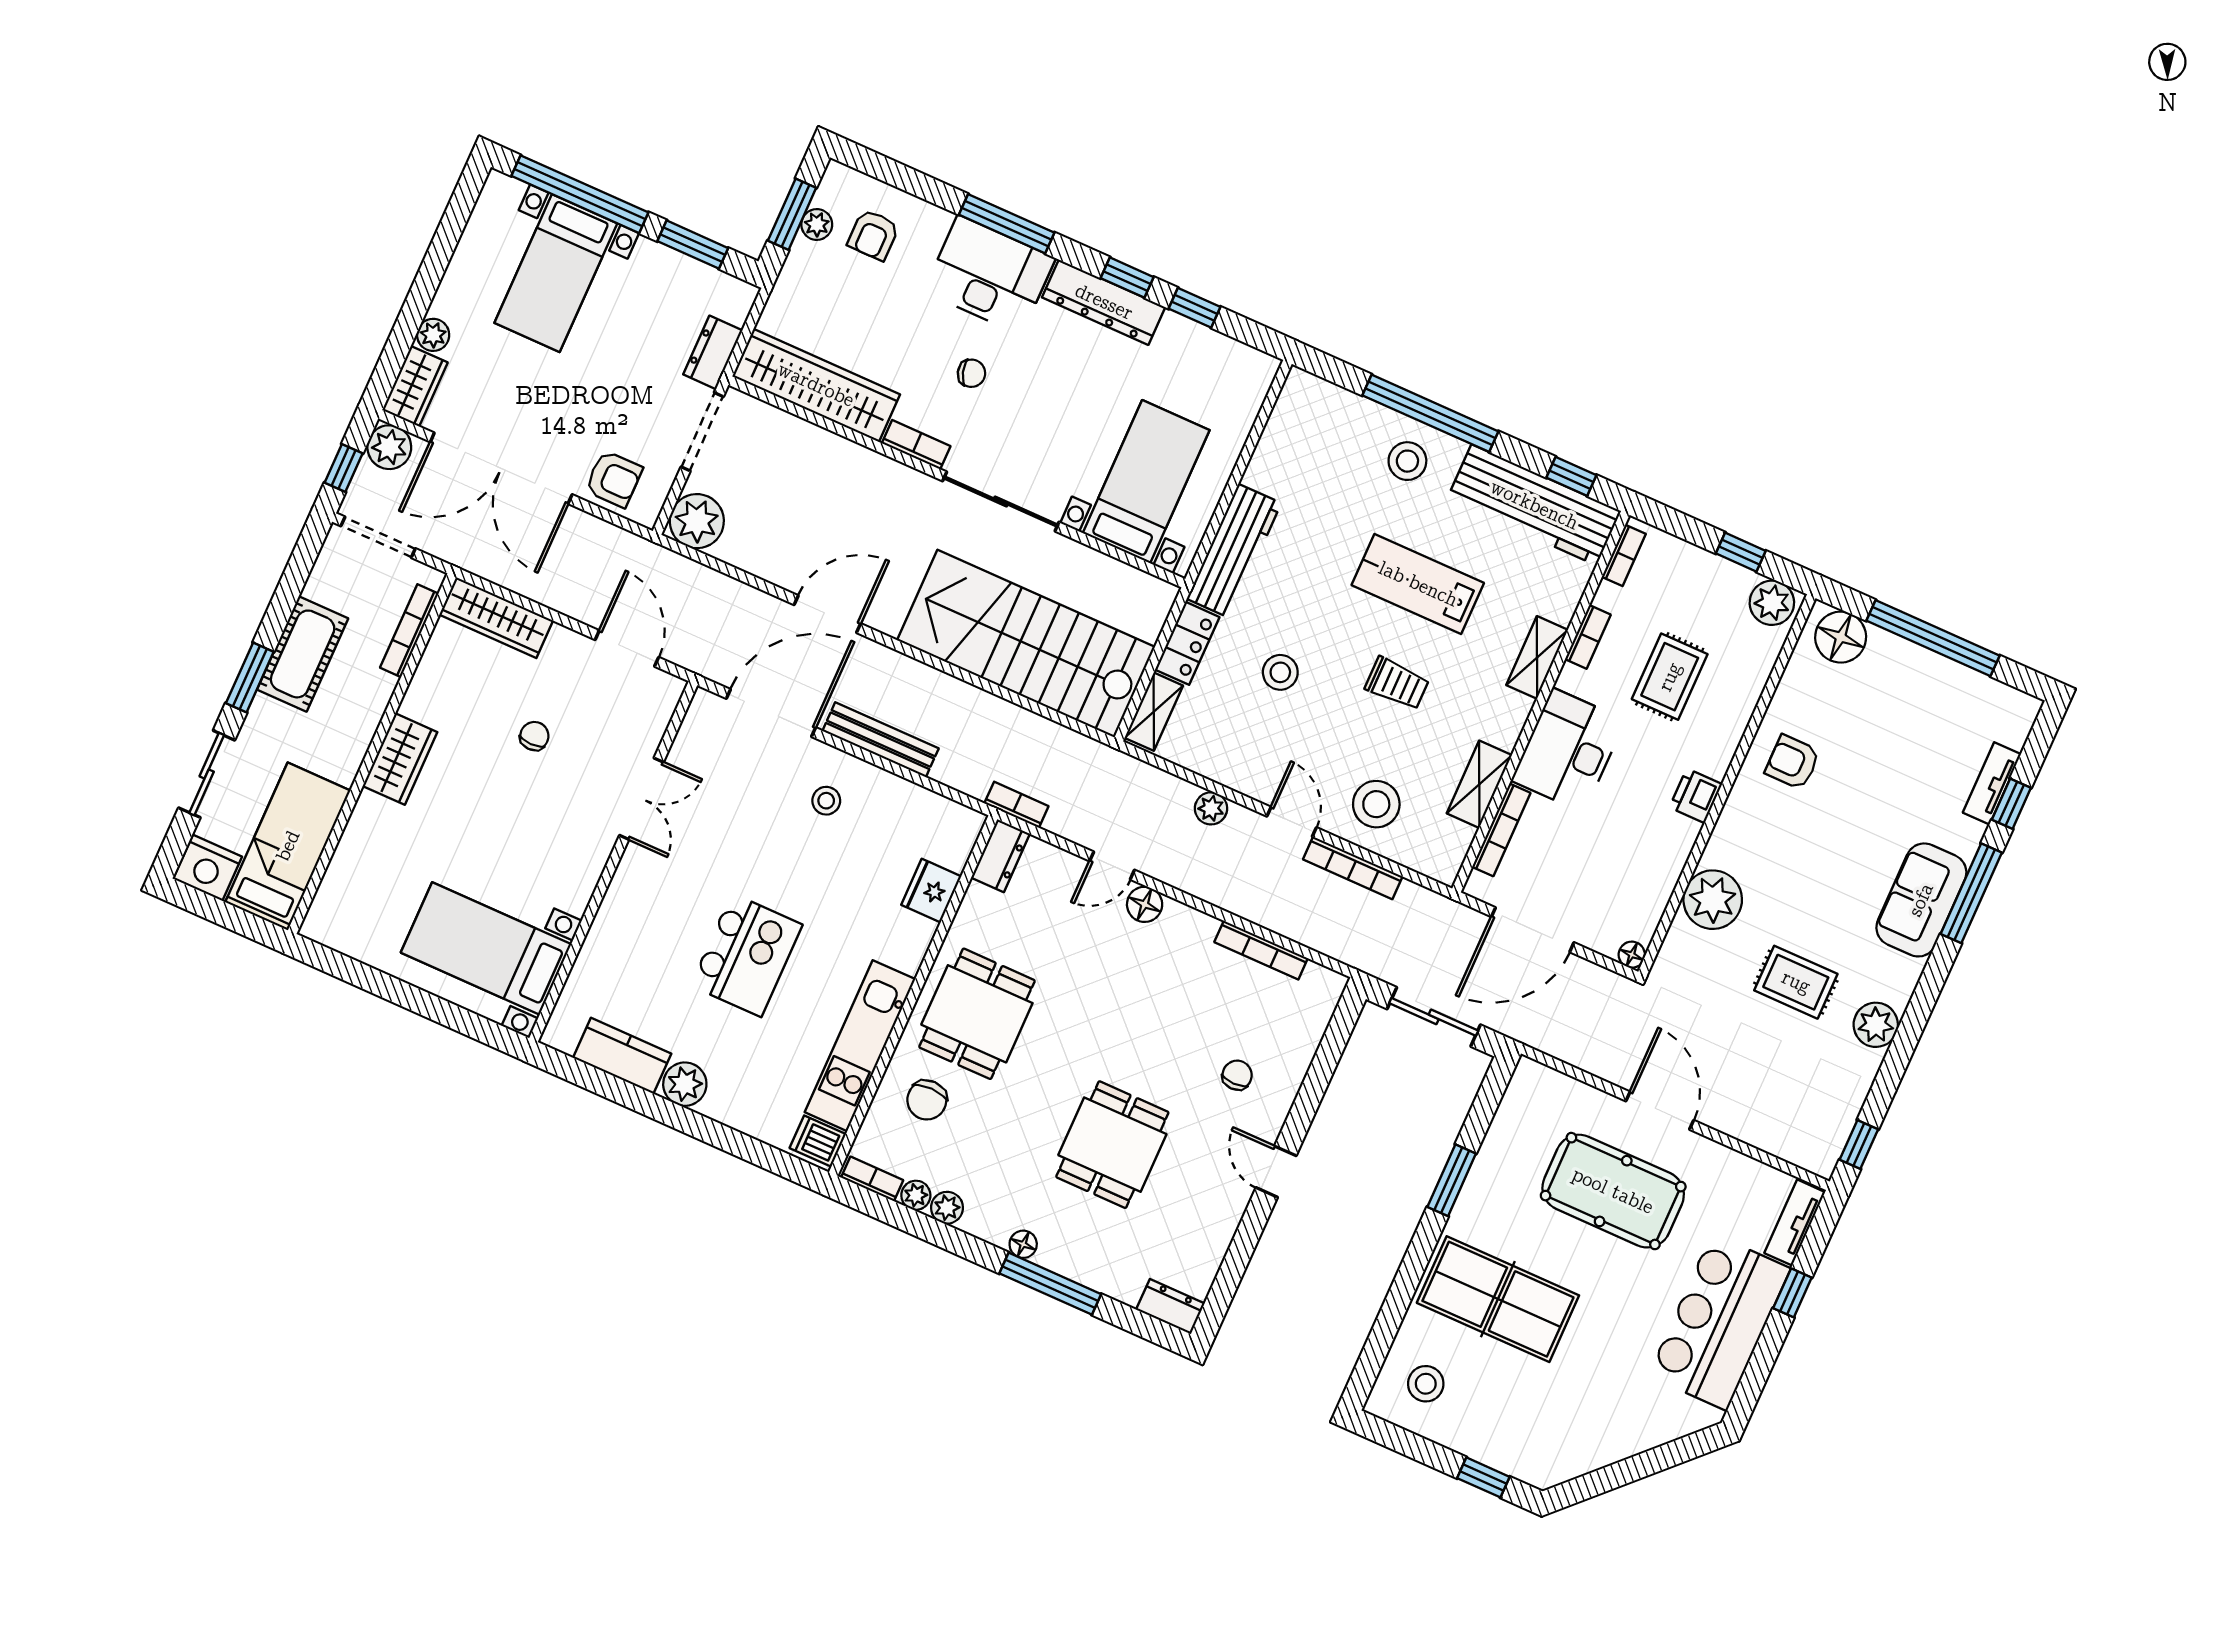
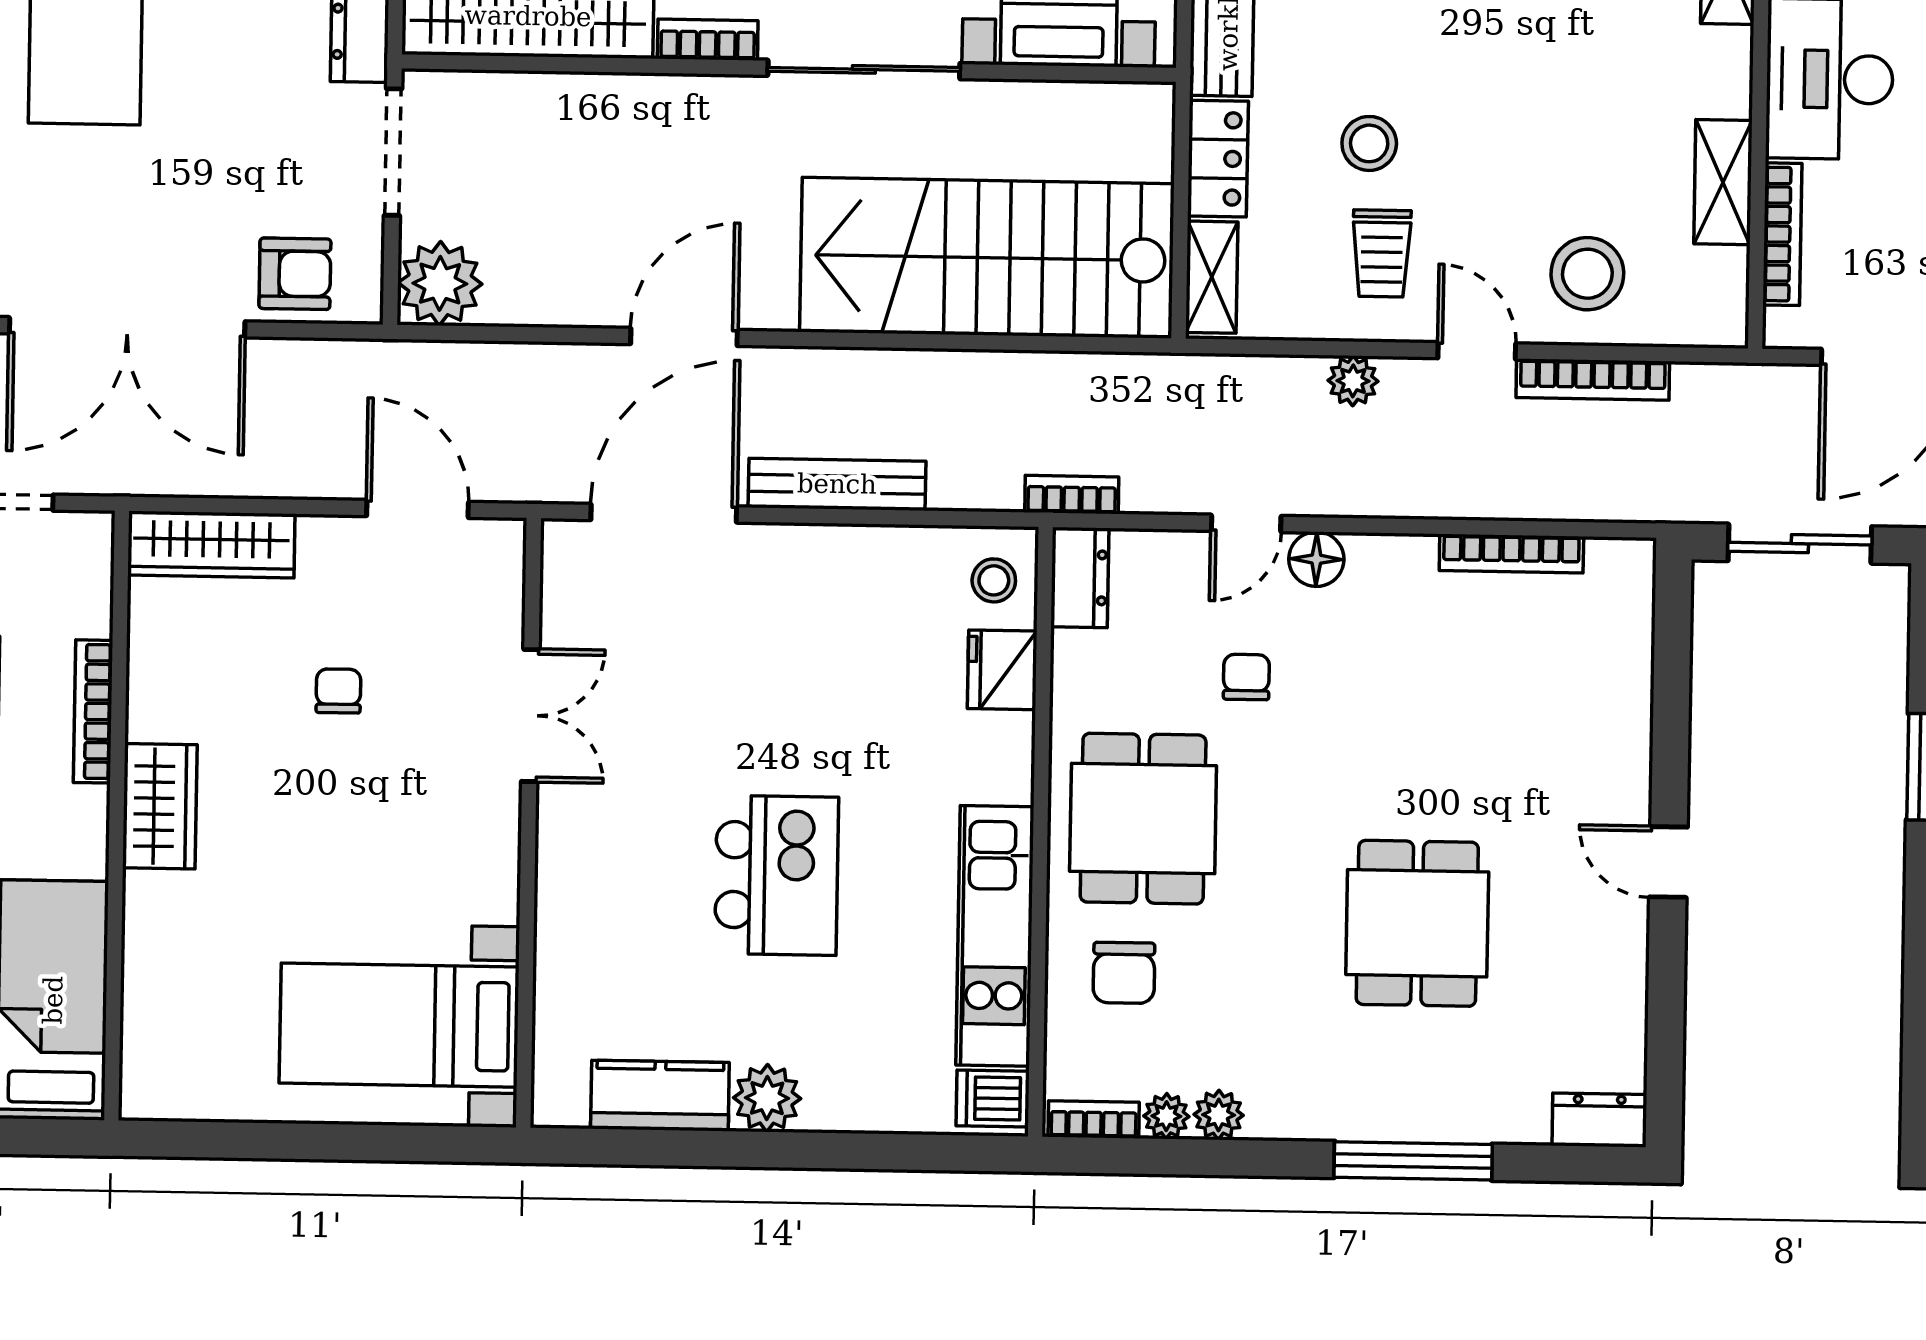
bookcase: (409, 631) -> (93, 711), moved
trolley: (1397, 683) -> (1382, 253), moved, turned 90
stool: (826, 801) -> (994, 580), moved
chair: (1237, 1075) -> (1246, 677), moved
floor lamp: (1023, 1244) -> (1350, 1121), removed

